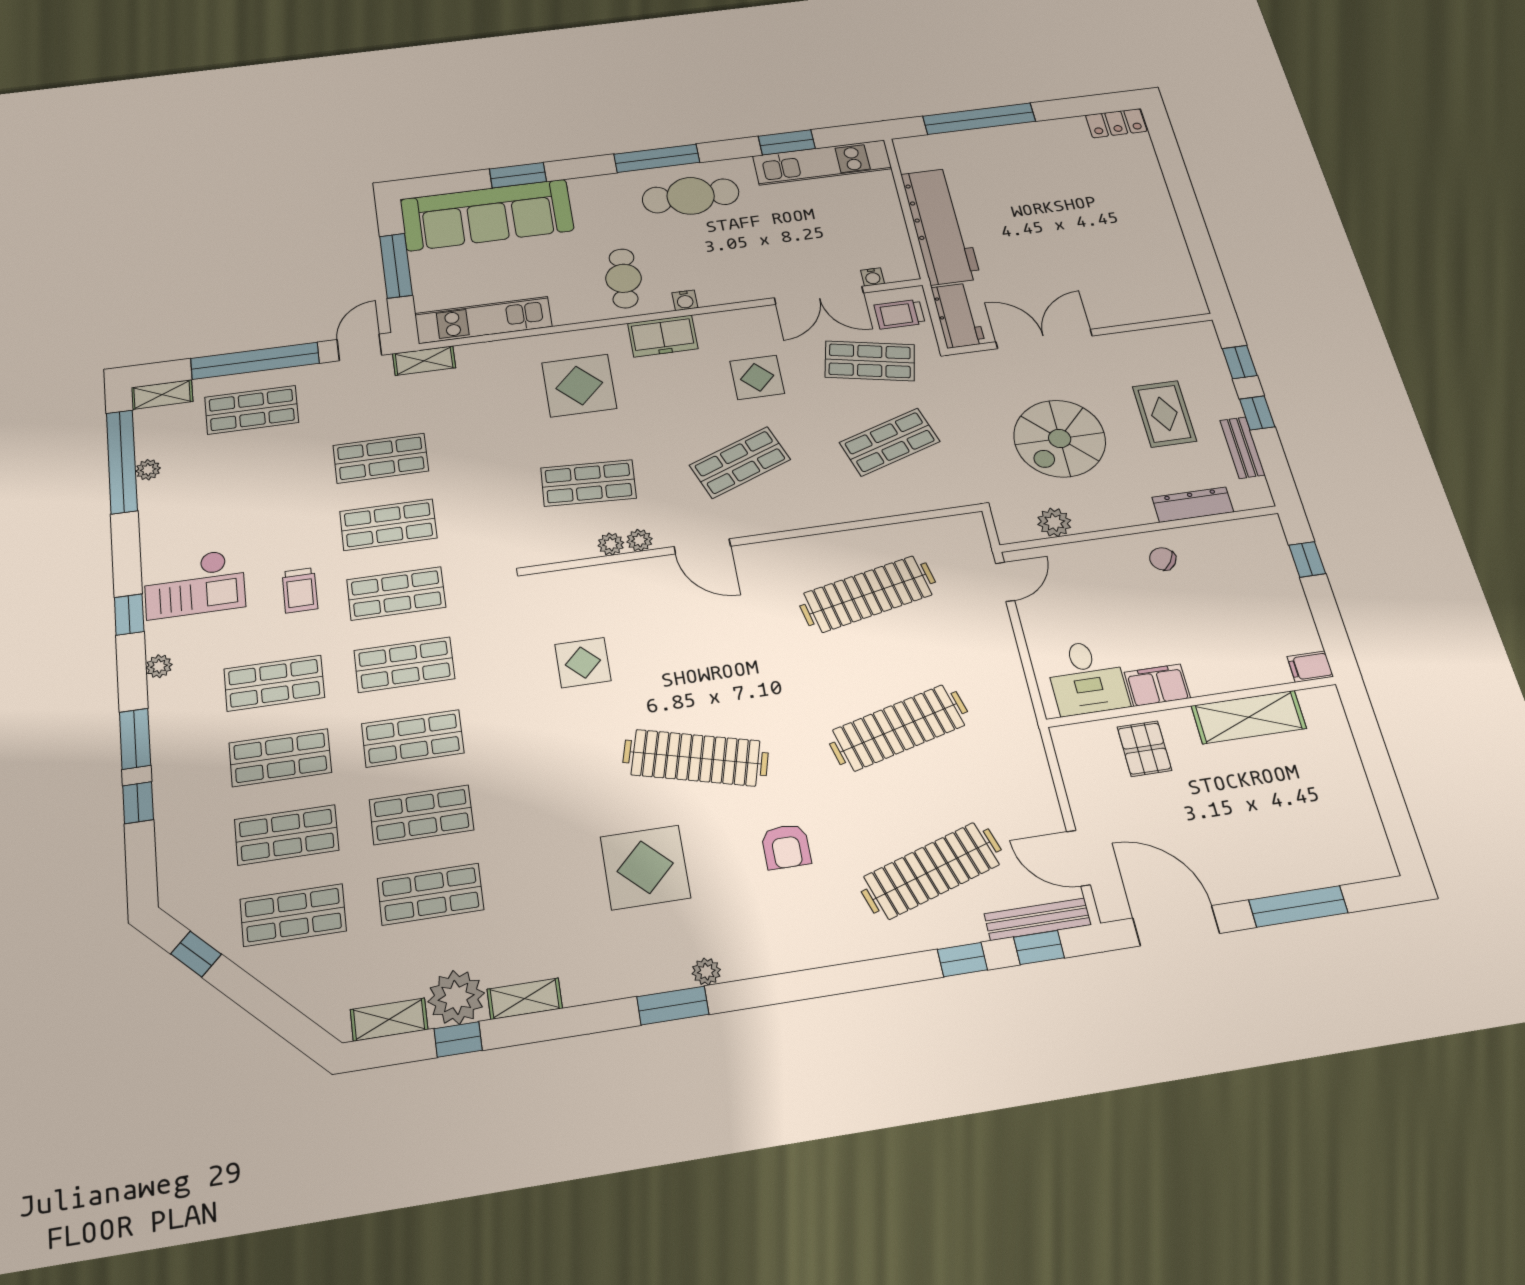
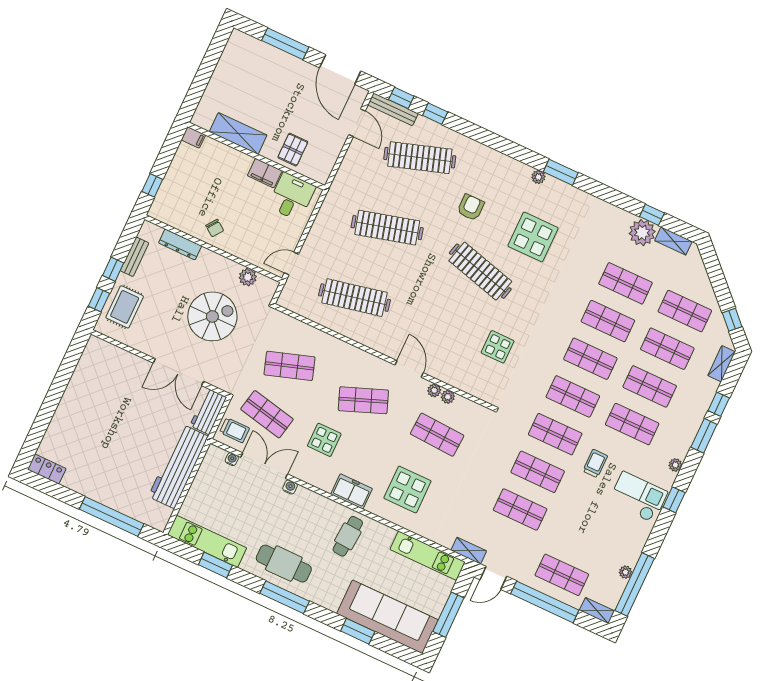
water cooler: (685, 300) -> (290, 487), moved
rug: (1164, 414) -> (125, 307), moved
shelving: (525, 999) -> (722, 364), moved, turned 90

